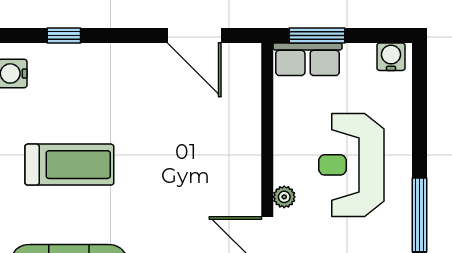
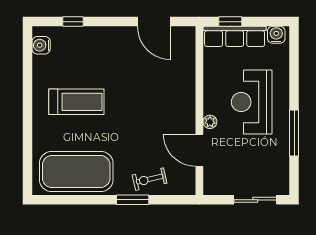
window: (317, 35) -> (230, 22), width x0.67
row of seats: (308, 59) -> (235, 36), width x1.48

